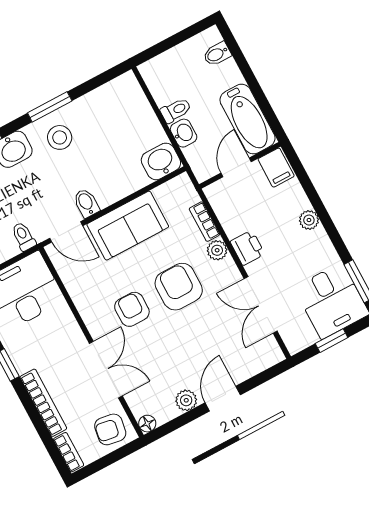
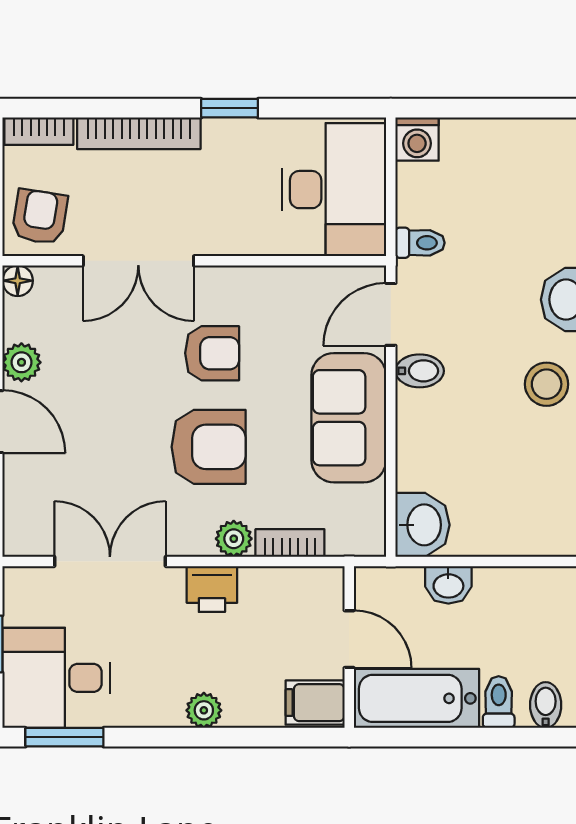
toilet: (176, 110) -> (499, 702), moved, turned 180

